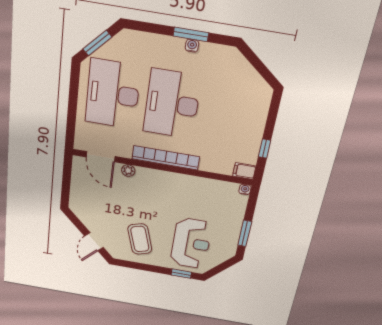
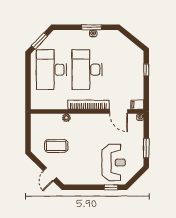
window: (265, 149) -> (146, 70), moved
door: (101, 157) -> (119, 112), moved
coffee table: (140, 239) -> (56, 146), moved, turned -73

